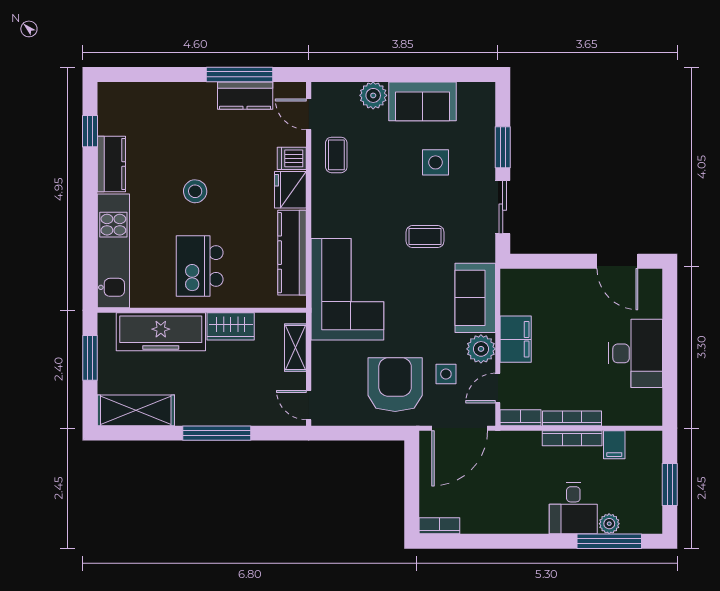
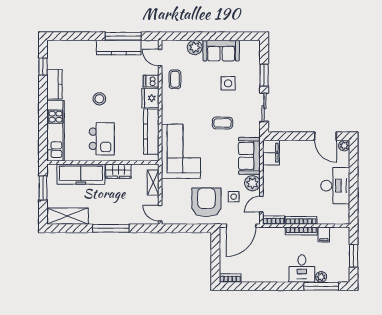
kitchen counter: (245, 96) -> (119, 48), width x1.50
kitchen island: (200, 266) -> (102, 139), turned 180
plant: (652, 279) -> (344, 146), added
filing cabinet: (516, 339) -> (271, 153), moved

